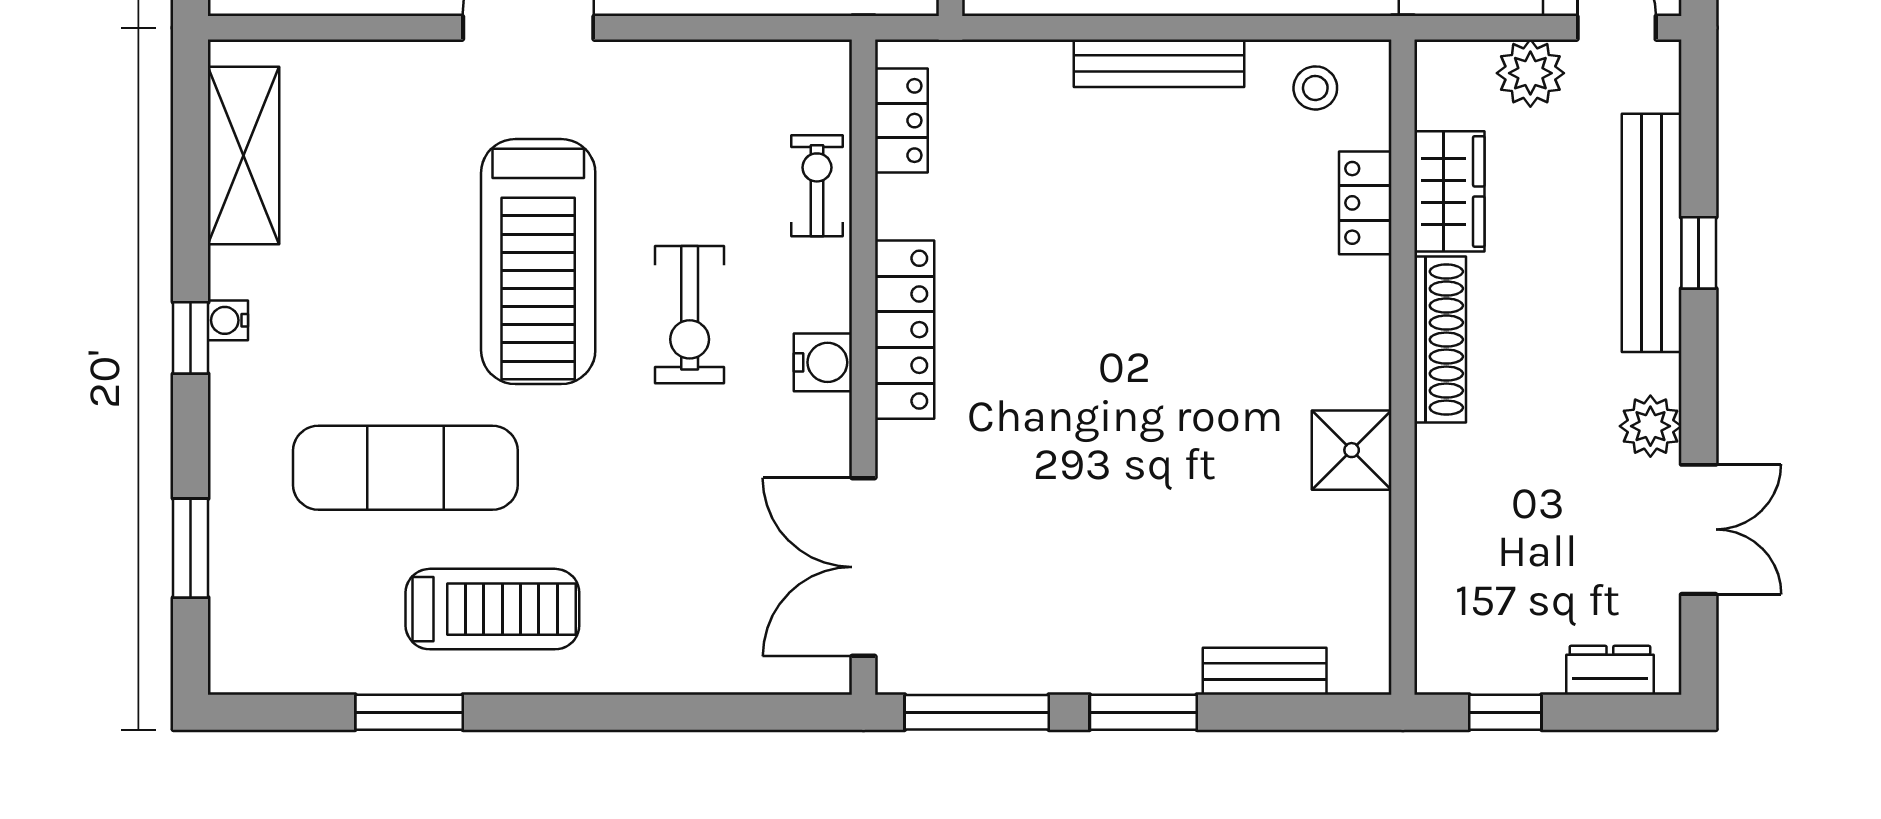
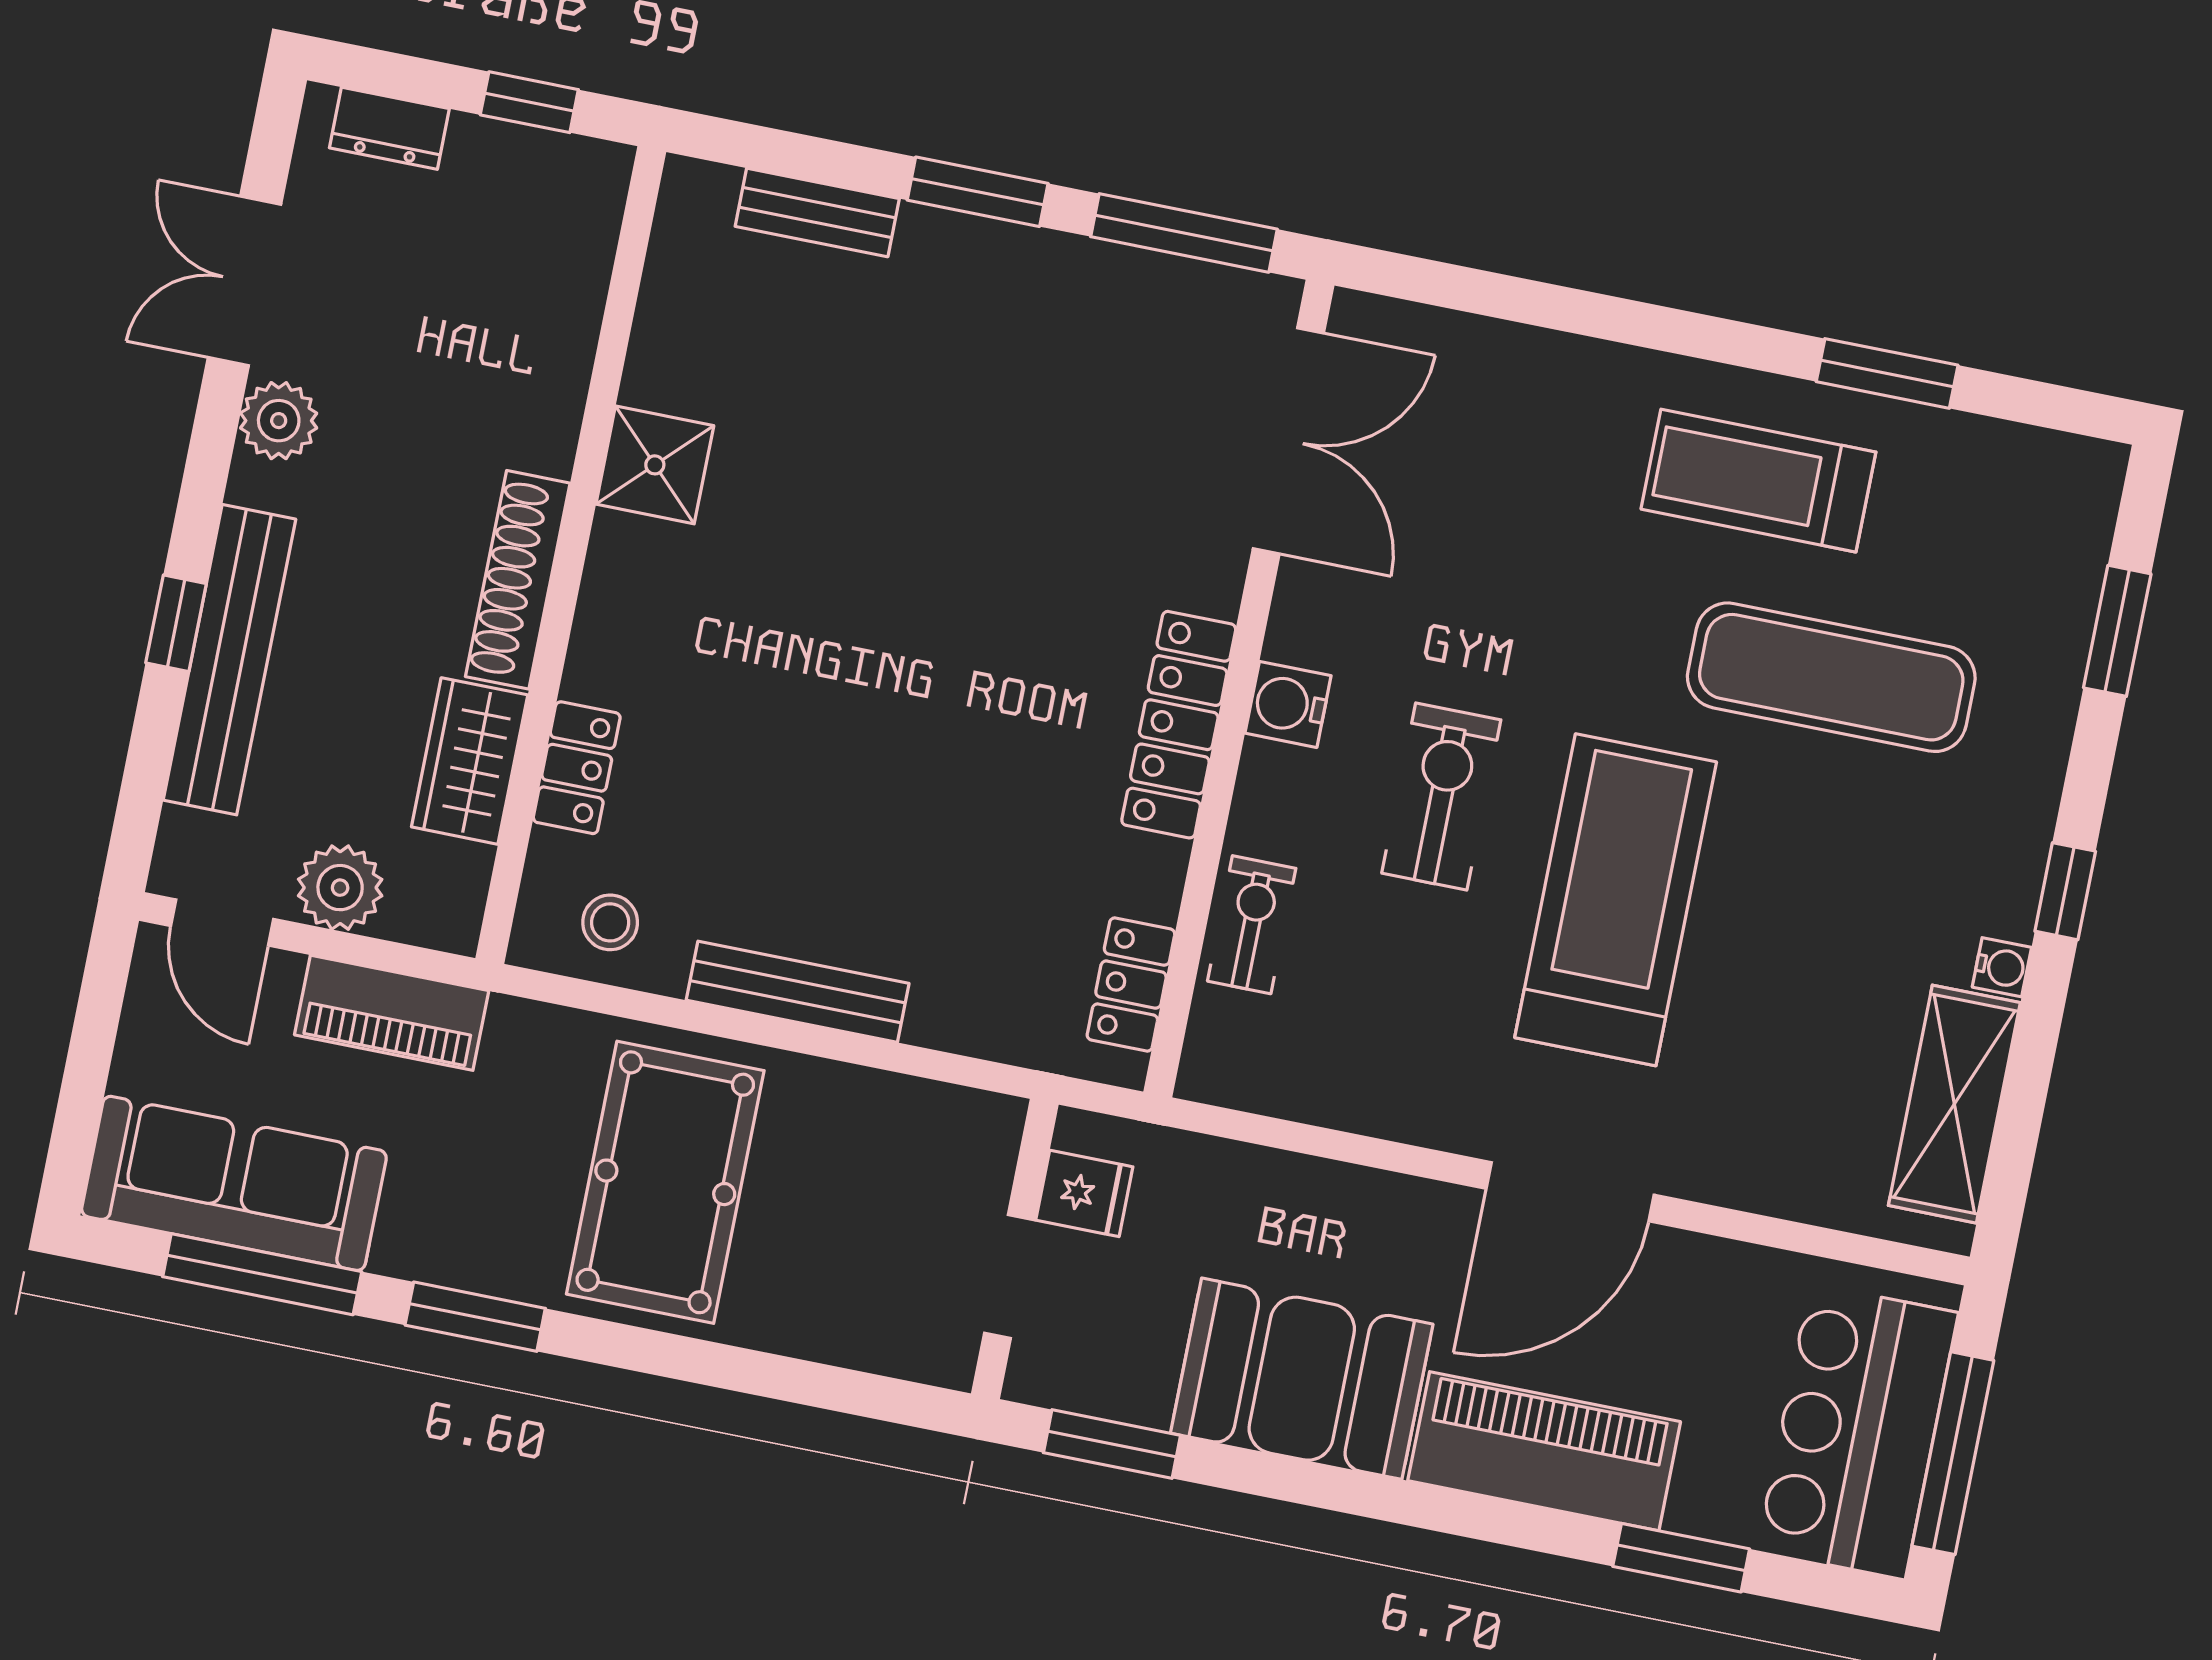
exercise bike: (817, 186) -> (1252, 925), turned 180
water cooler: (228, 320) -> (2002, 967), moved

